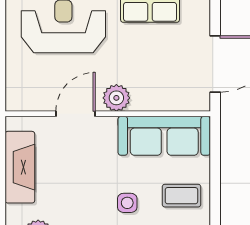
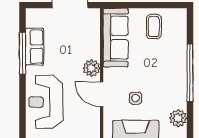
side table: (127, 203) -> (136, 98), moved

